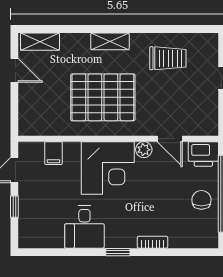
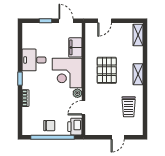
door: (14, 70) -> (105, 21), moved
pallet: (103, 97) -> (107, 70), width x0.73, depth x0.71
filing cabinet: (53, 153) -> (75, 47), width x2.00

